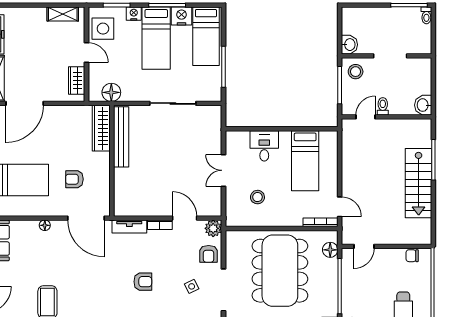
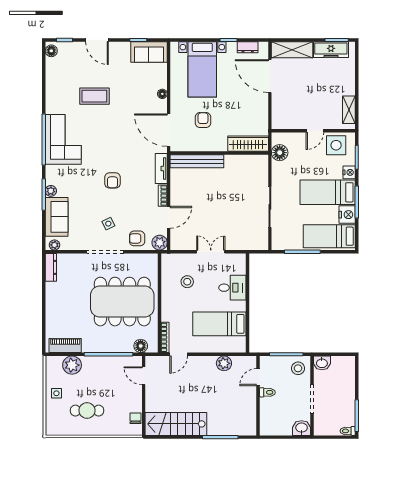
wardrobe: (77, 81) -> (290, 122), removed
washbasin: (423, 105) -> (302, 428), moved
door: (366, 117) -> (258, 377), swing flipped
bench: (121, 137) -> (197, 161), moved
plant: (350, 155) -> (224, 363), added
stairs: (419, 183) -> (176, 424), moved
door: (86, 218) -> (169, 130), hinge flipped

